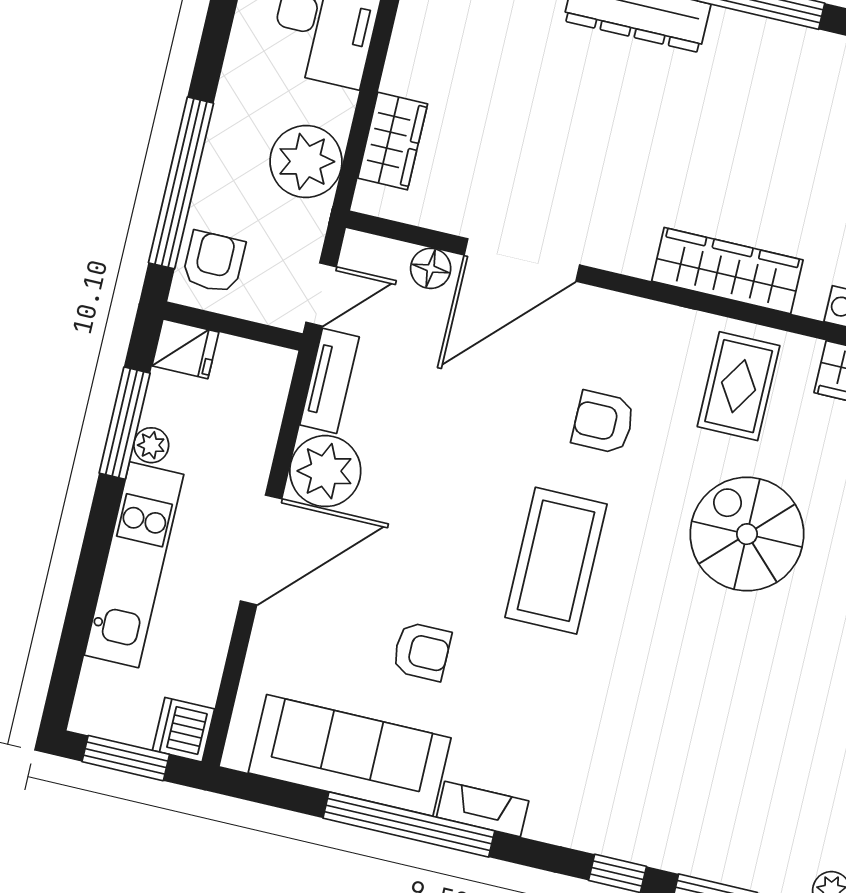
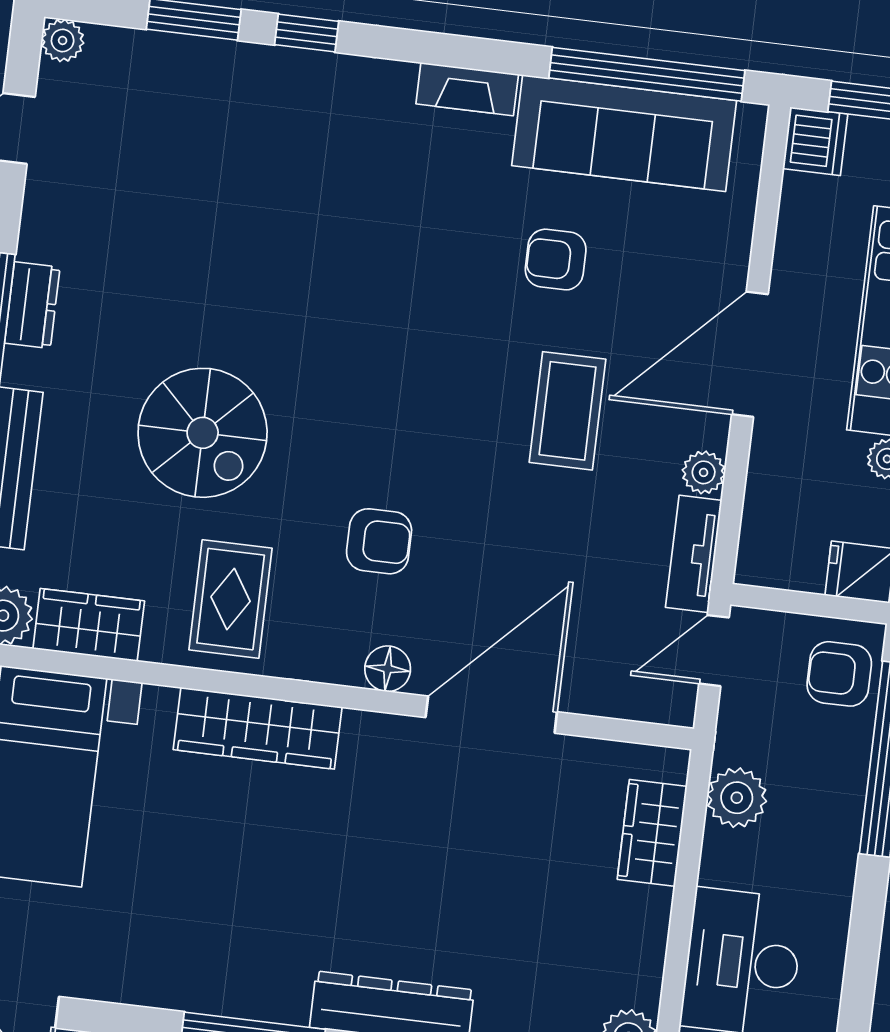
plant: (306, 161) -> (737, 798), width x0.73, depth x0.73
armchair: (214, 262) -> (839, 674), turned 90
floor lamp: (431, 268) -> (388, 669), moved
plant: (325, 471) -> (704, 472), width x0.53, depth x0.53
coffee table: (556, 561) -> (568, 411), moved, width x0.73, depth x0.76
window: (409, 824) -> (647, 74), moved

